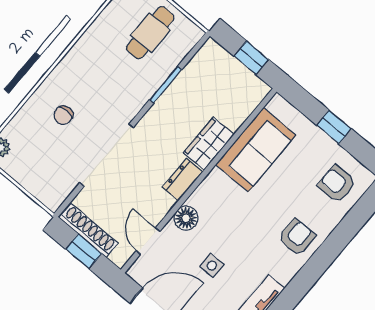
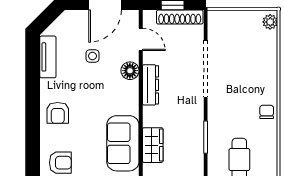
chair: (63, 115) -> (267, 112), moved
wardrobe: (209, 144) -> (153, 145), moved
dresser: (183, 180) -> (151, 85), width x1.44

